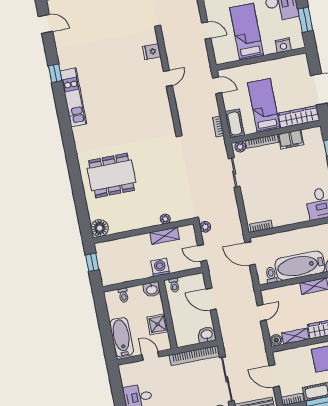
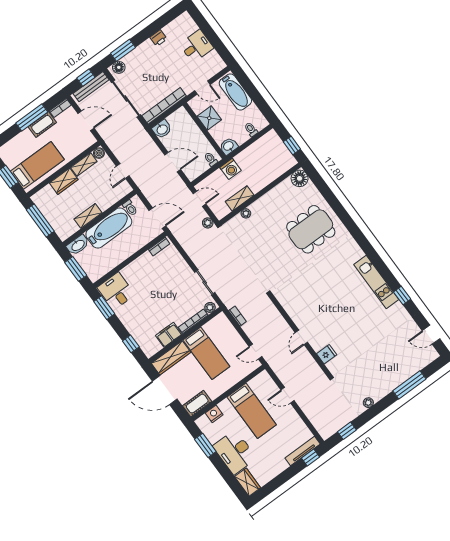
cot: (235, 123) -> (197, 404), moved, turned 90

